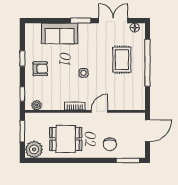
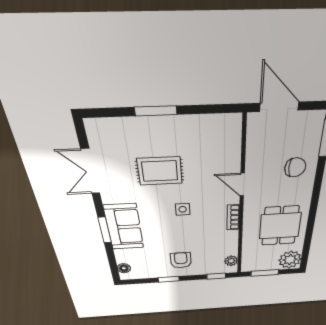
window: (81, 21) -> (105, 230), moved
floor lamp: (135, 28) -> (124, 268), moved
sofa: (60, 33) -> (124, 227), moved
rug: (122, 60) -> (160, 171), moved
window: (147, 63) -> (156, 111), width x0.47

